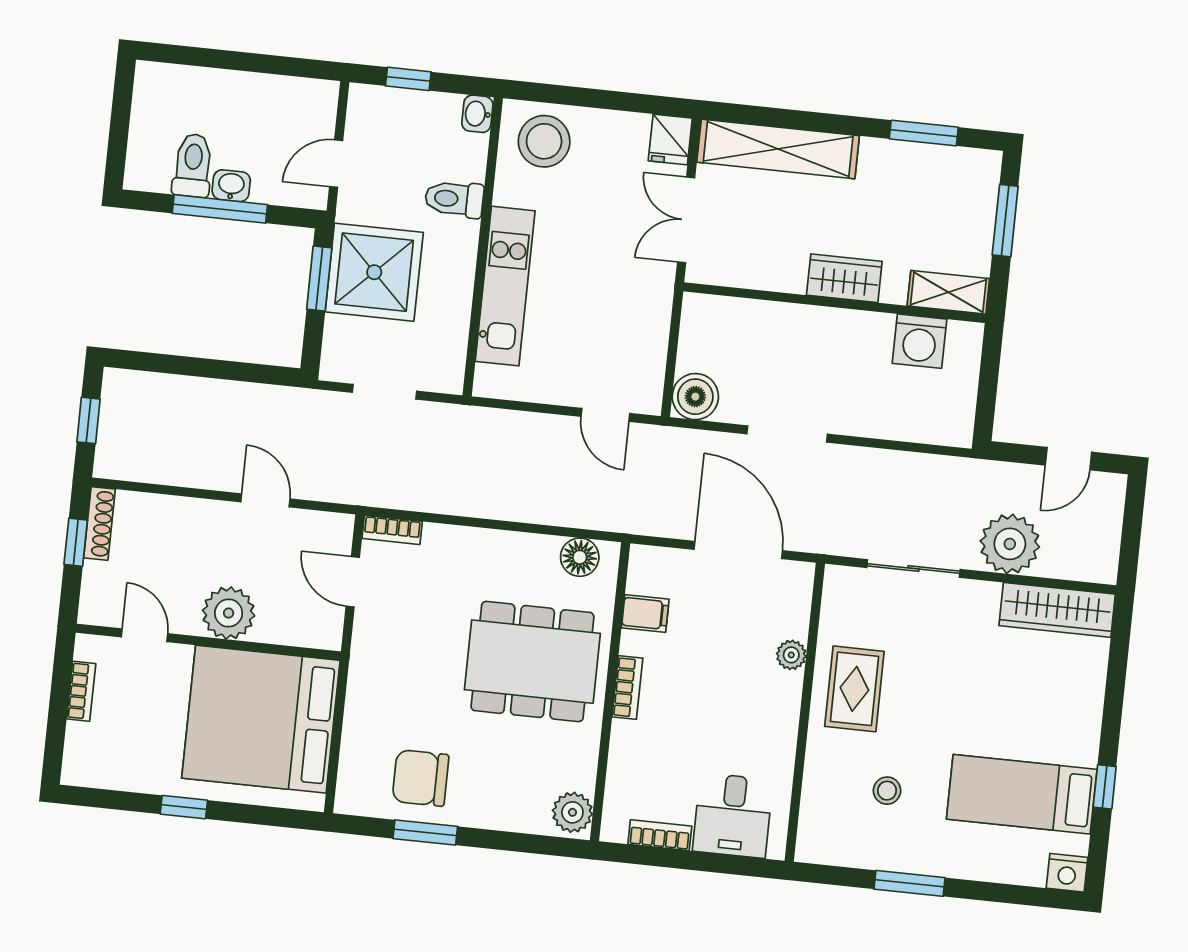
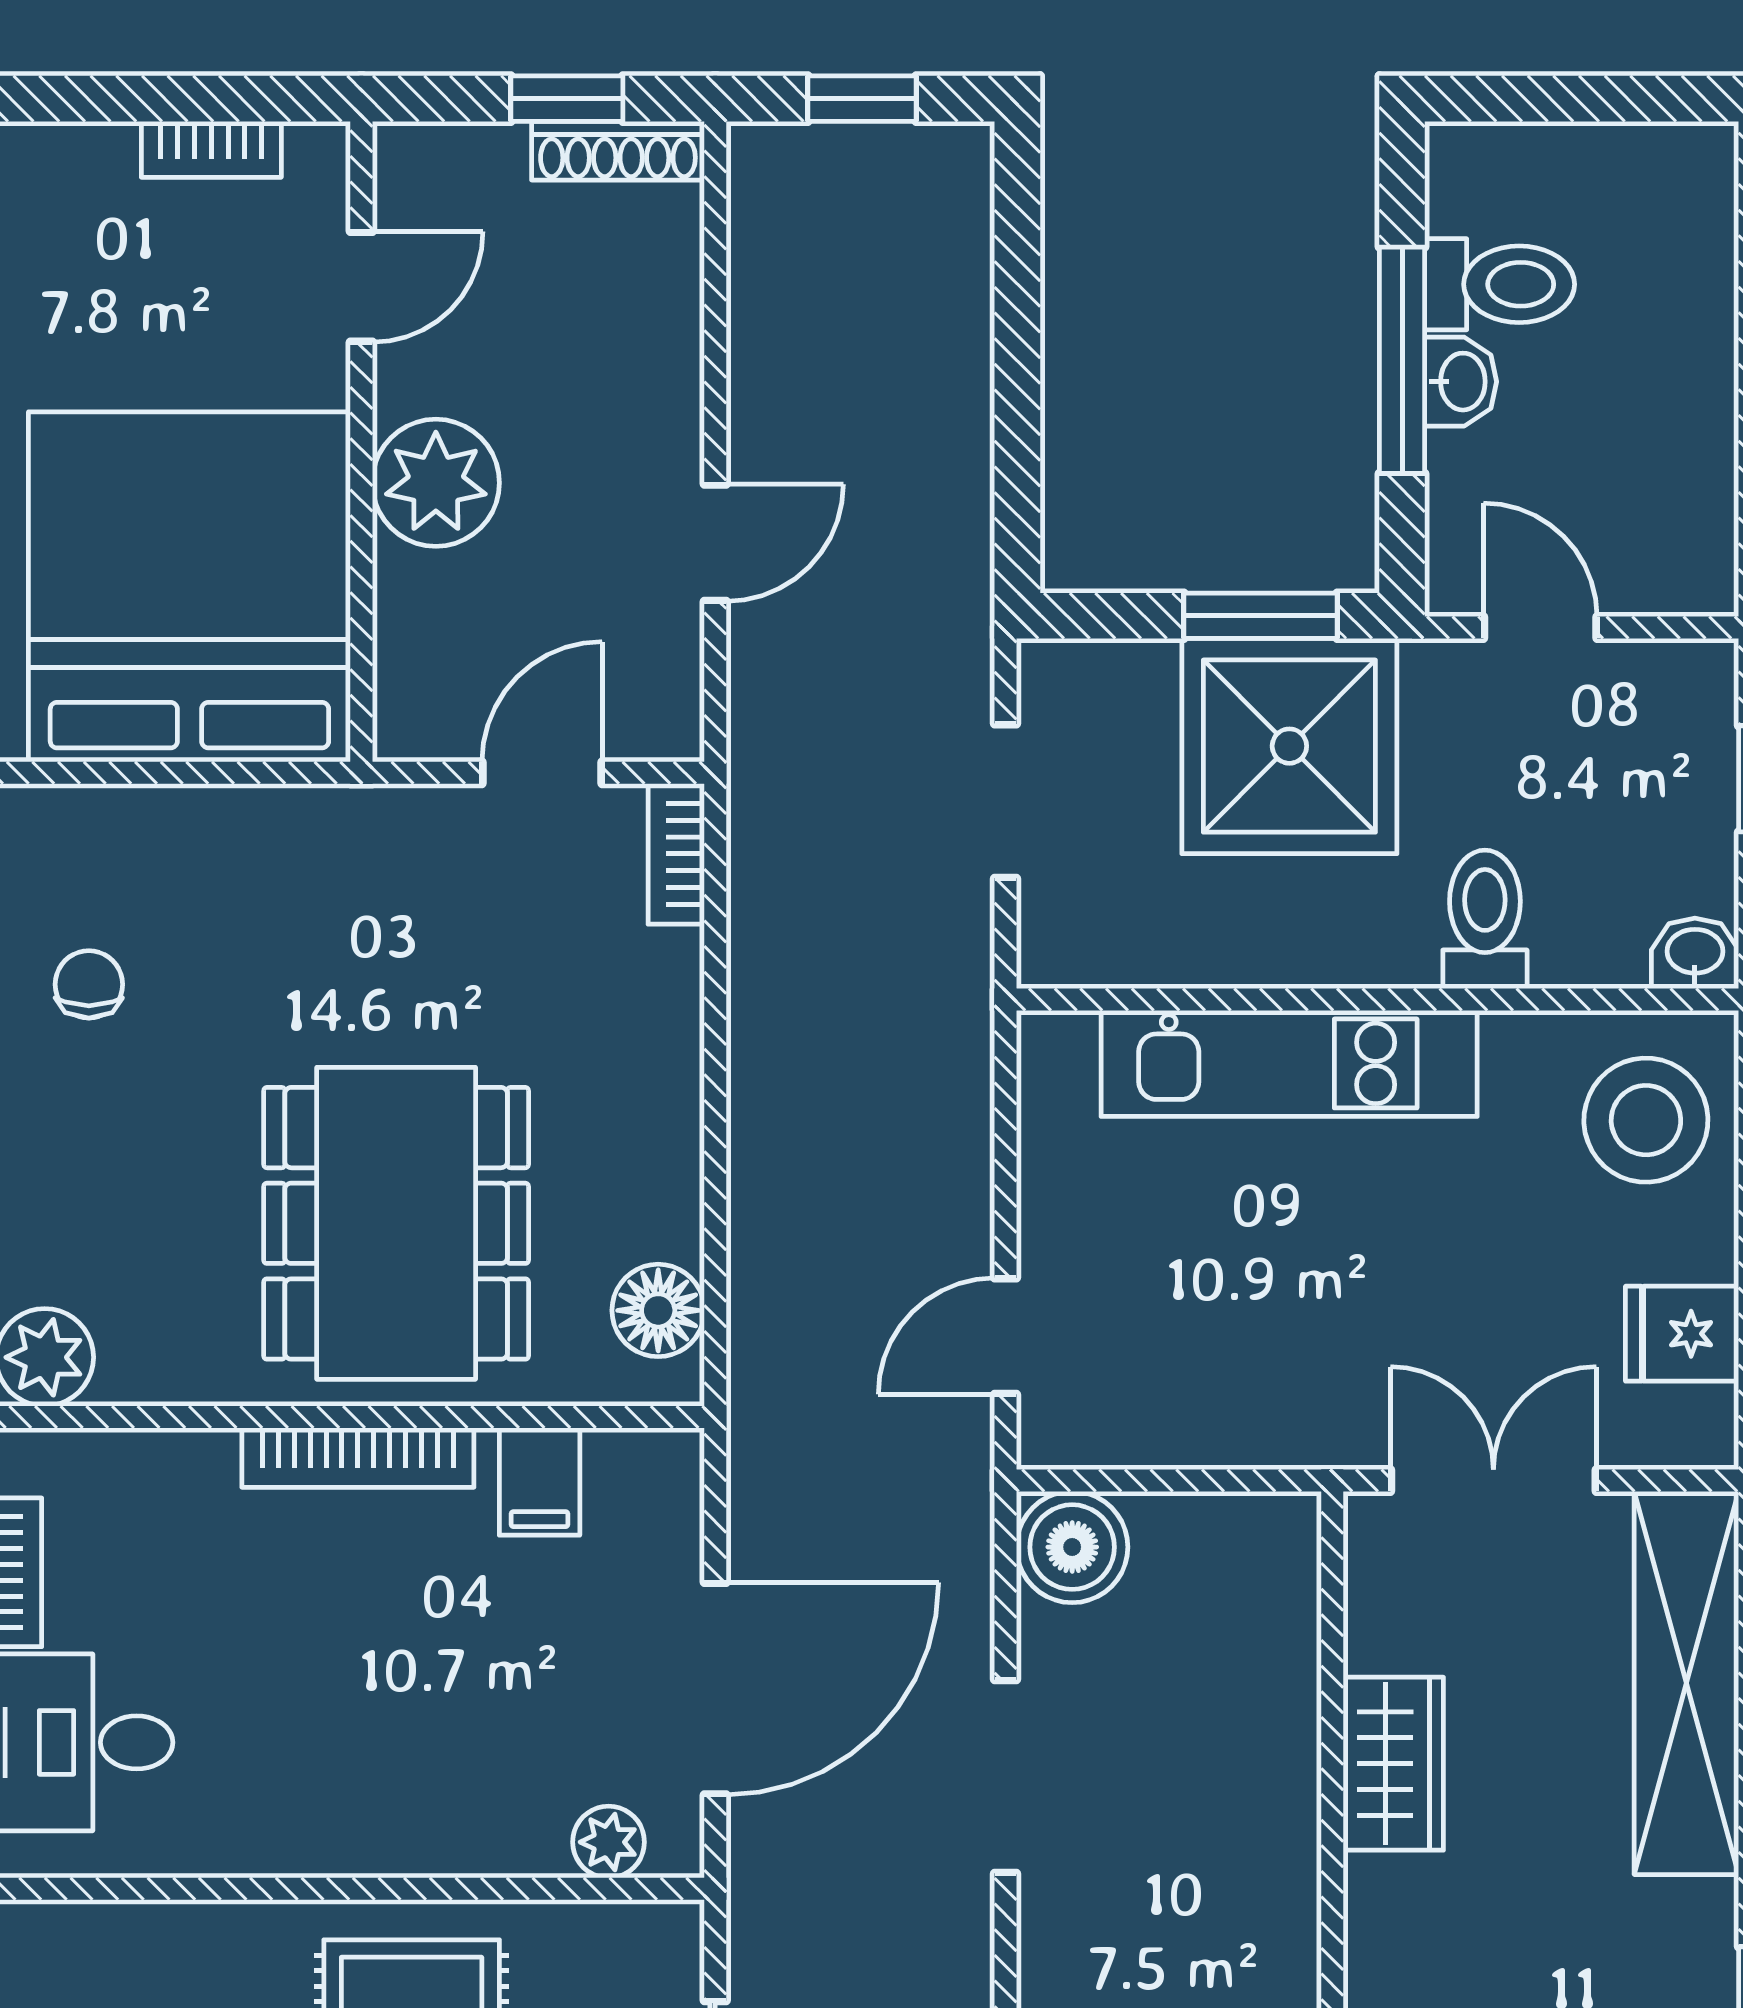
fridge: (670, 139) -> (1682, 1334), moved
wardrobe: (844, 278) -> (1393, 1764), moved
plant: (791, 655) -> (609, 1842), moved
bookcase: (627, 687) -> (358, 1458), width x1.56
chair: (420, 778) -> (89, 984), width x0.54, depth x0.54

